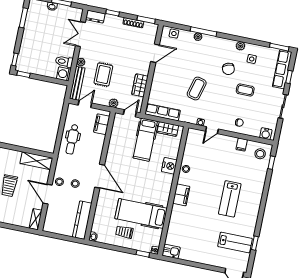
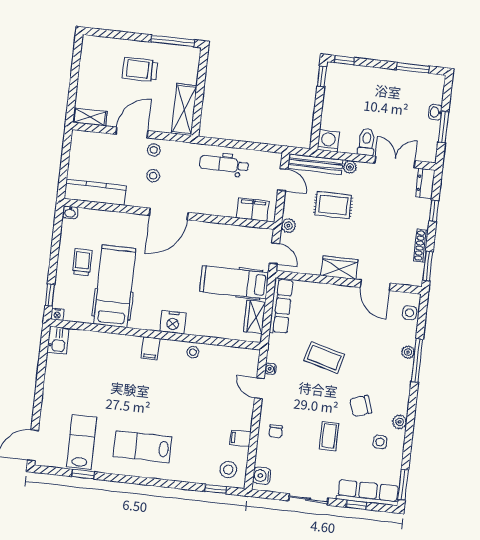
toilet: (64, 62) -> (366, 142), moved
wardrobe: (140, 85) -> (339, 268), moved
nightstand: (169, 166) -> (173, 322), moved
filing cabinet: (181, 195) -> (150, 348), width x0.50
lab bench: (230, 199) -> (142, 447), moved
lab bench: (235, 242) -> (82, 442), turned 180

